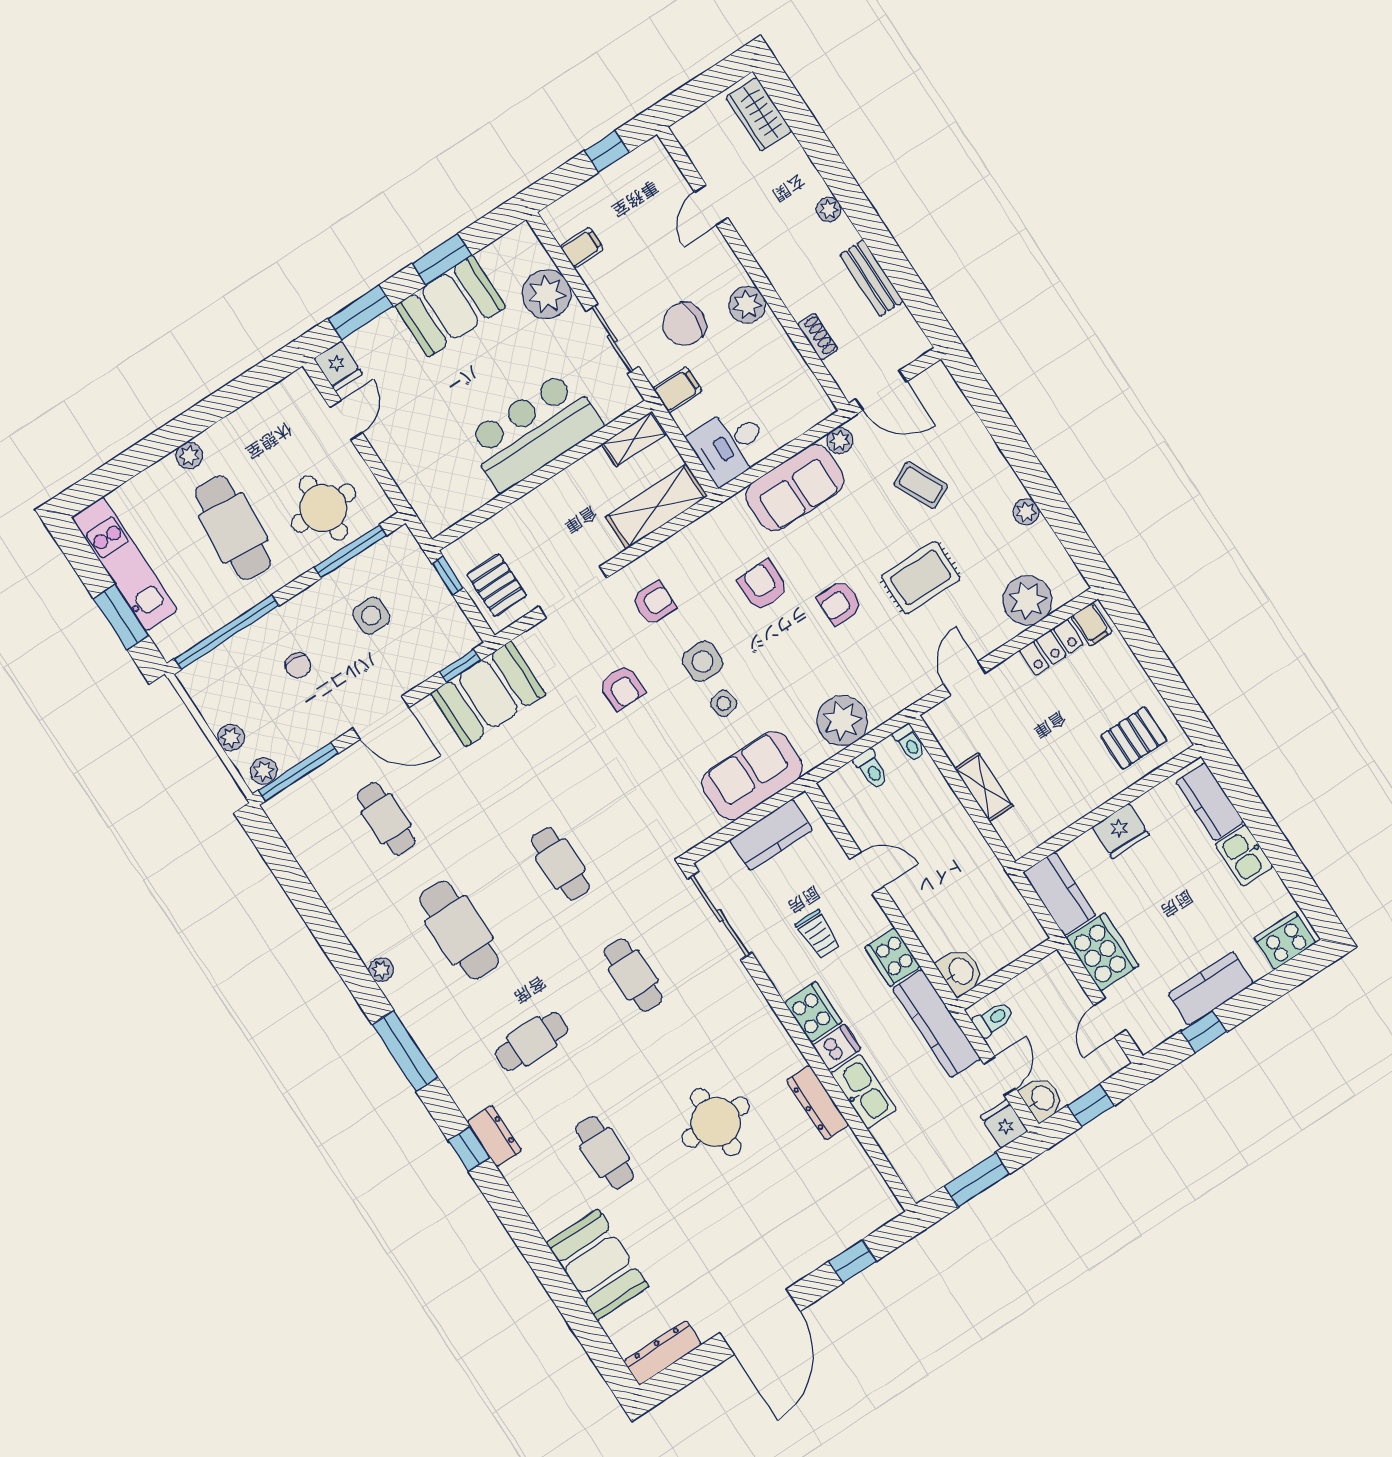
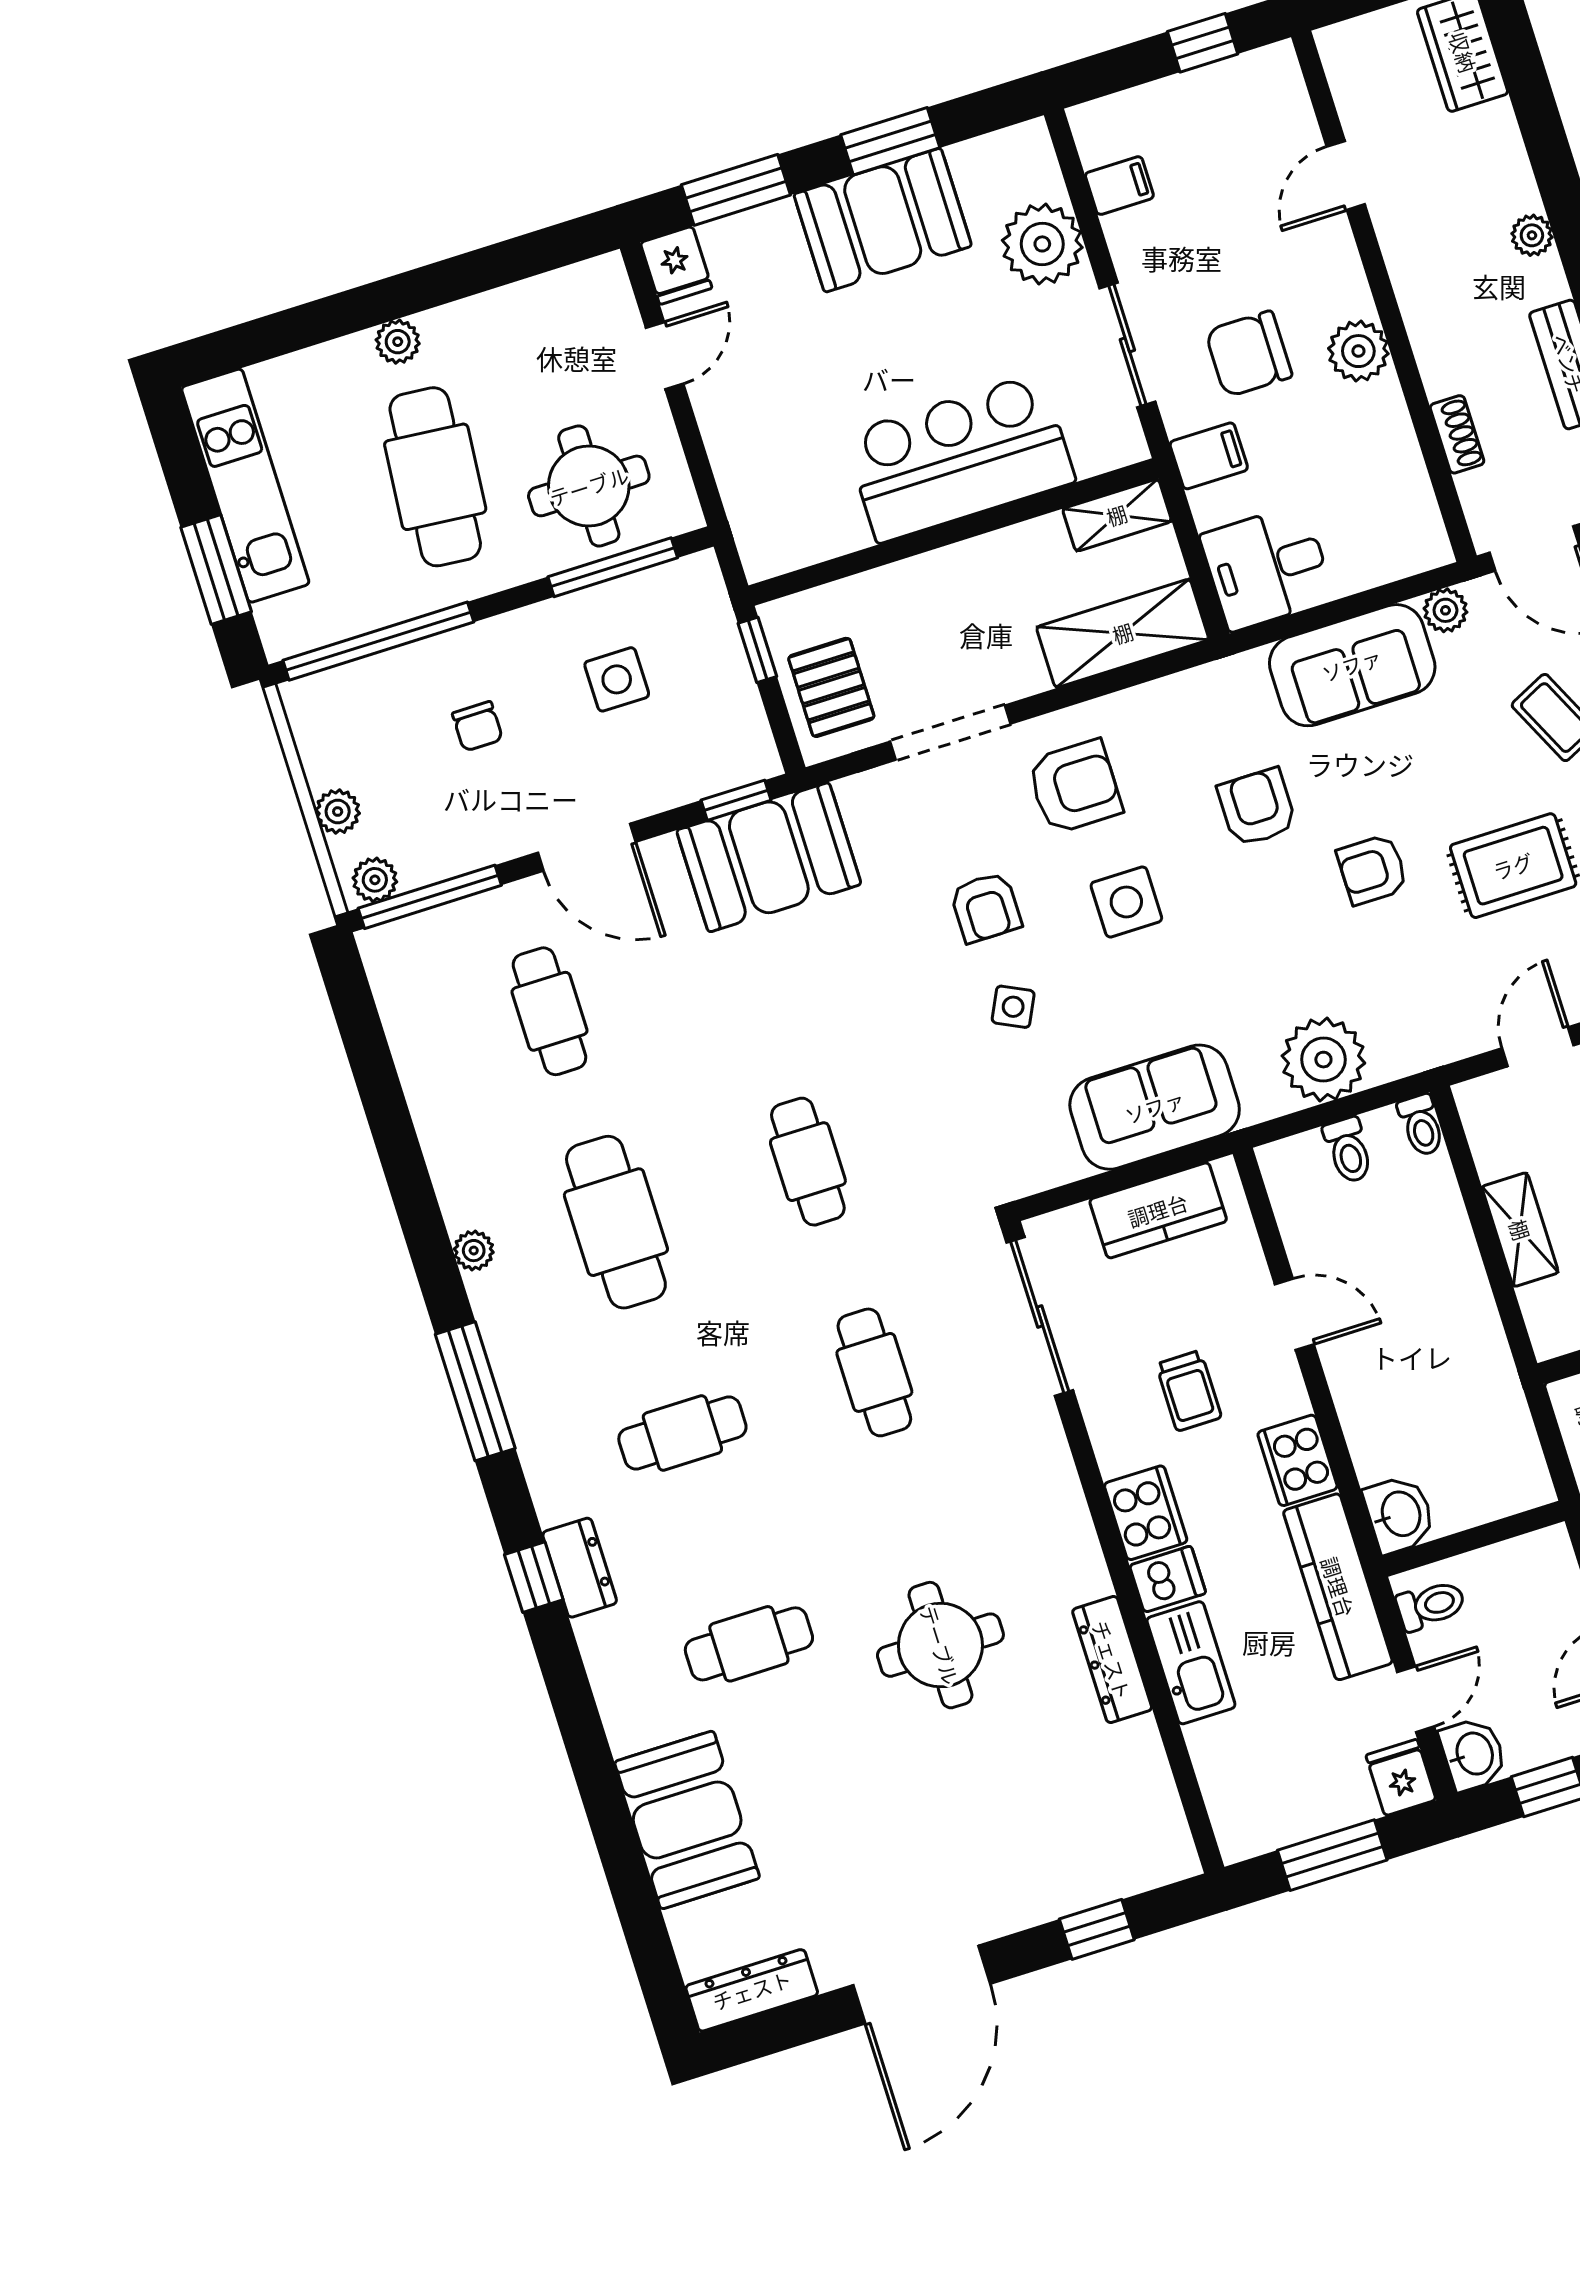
armchair: (654, 603) -> (1075, 787), width x1.38, depth x1.38
side table: (724, 703) -> (1013, 1007), moved, turned 36
cafe table: (605, 1153) -> (749, 1644), turned 90

